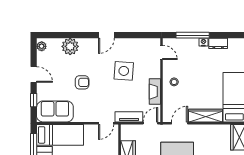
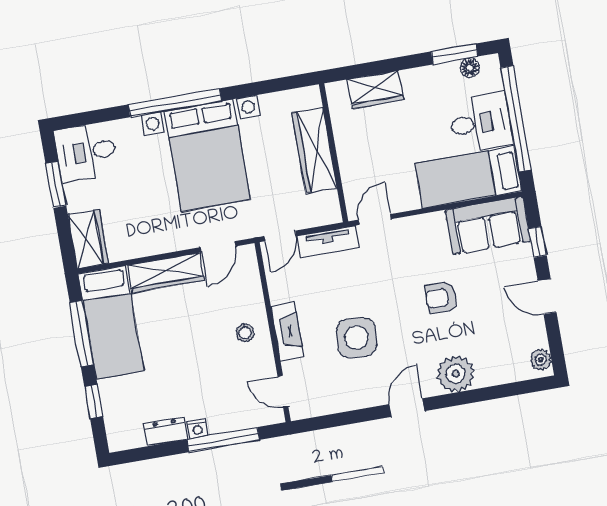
plant: (70, 46) -> (456, 374), moved
fireplace: (155, 92) -> (287, 331), moved

